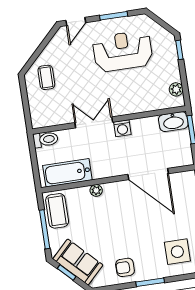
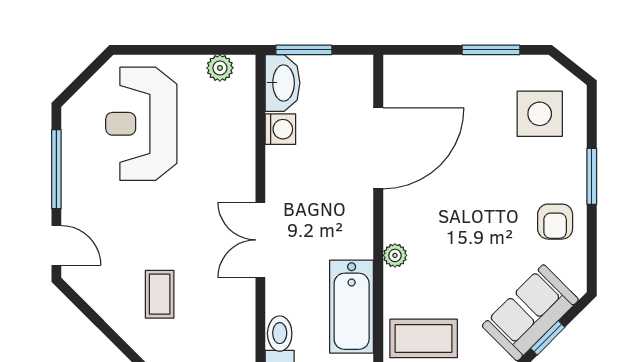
window: (114, 16) -> (56, 169), width x1.44
window: (179, 50) -> (143, 50), removed
reception desk: (123, 51) -> (141, 124), moved
coffee table: (46, 77) -> (160, 294), moved, turned 90
washing machine: (122, 128) -> (280, 129), moved

